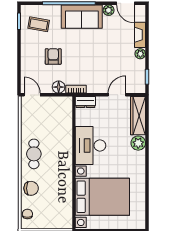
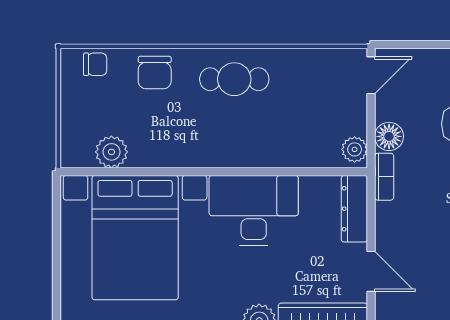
plant: (64, 102) -> (355, 149), added
dresser: (85, 102) -> (354, 209), width x1.44
plant: (65, 207) -> (111, 152), added

